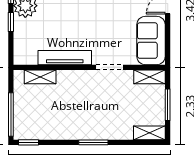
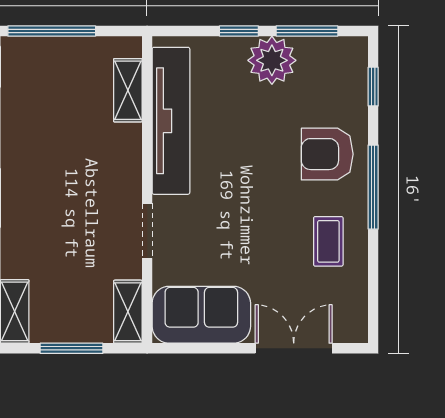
tv unit: (65, 58) -> (171, 121), width x1.36, depth x1.29

